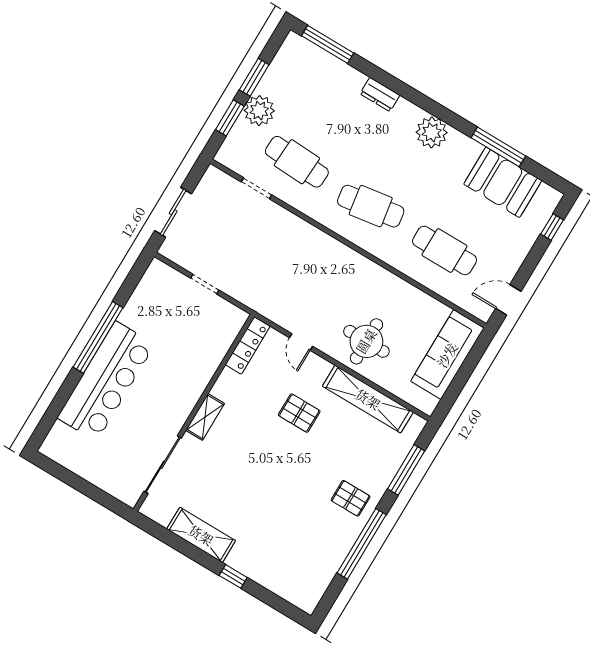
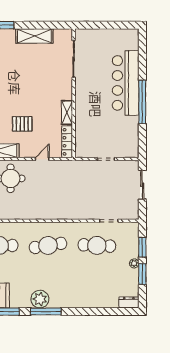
window: (328, 44) -> (46, 312), moved
dresser: (380, 94) -> (129, 302), moved
plant: (259, 111) -> (134, 263), width x0.53, depth x0.53
door: (301, 342) -> (42, 159), hinge flipped
shelving: (205, 417) -> (67, 113), moved

